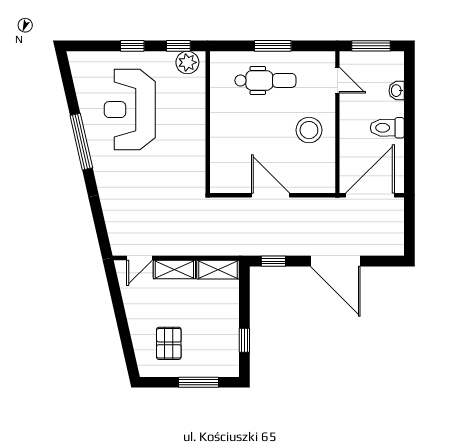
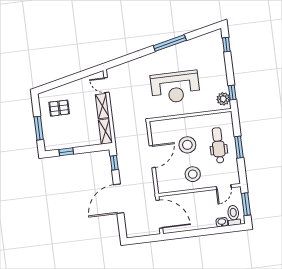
window: (132, 46) -> (226, 45), moved
dental chair: (265, 80) -> (218, 145), turned 180
reception desk: (130, 110) -> (175, 87), moved, turned 180
toilet: (387, 128) -> (234, 215), moved
stool: (258, 133) -> (187, 145), added

